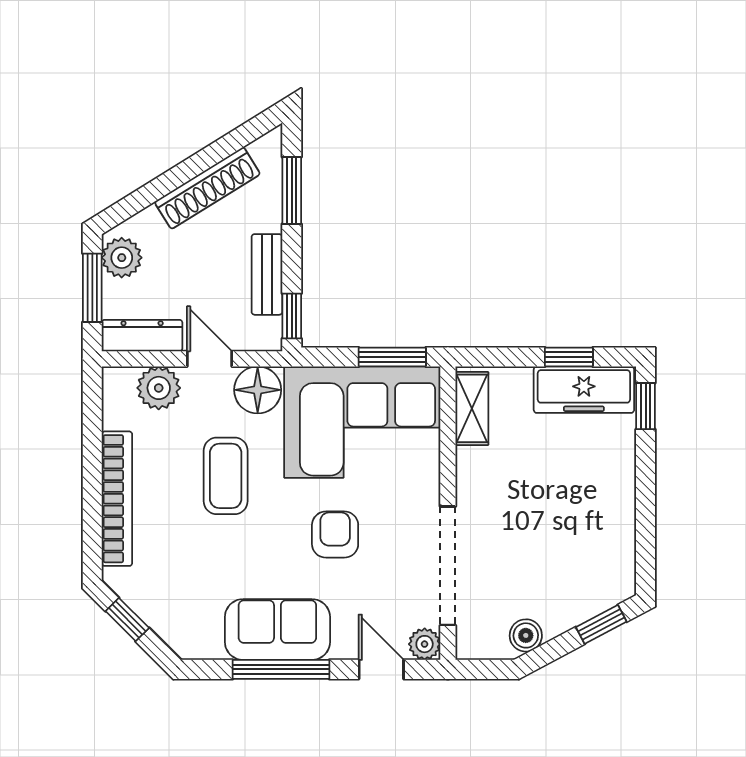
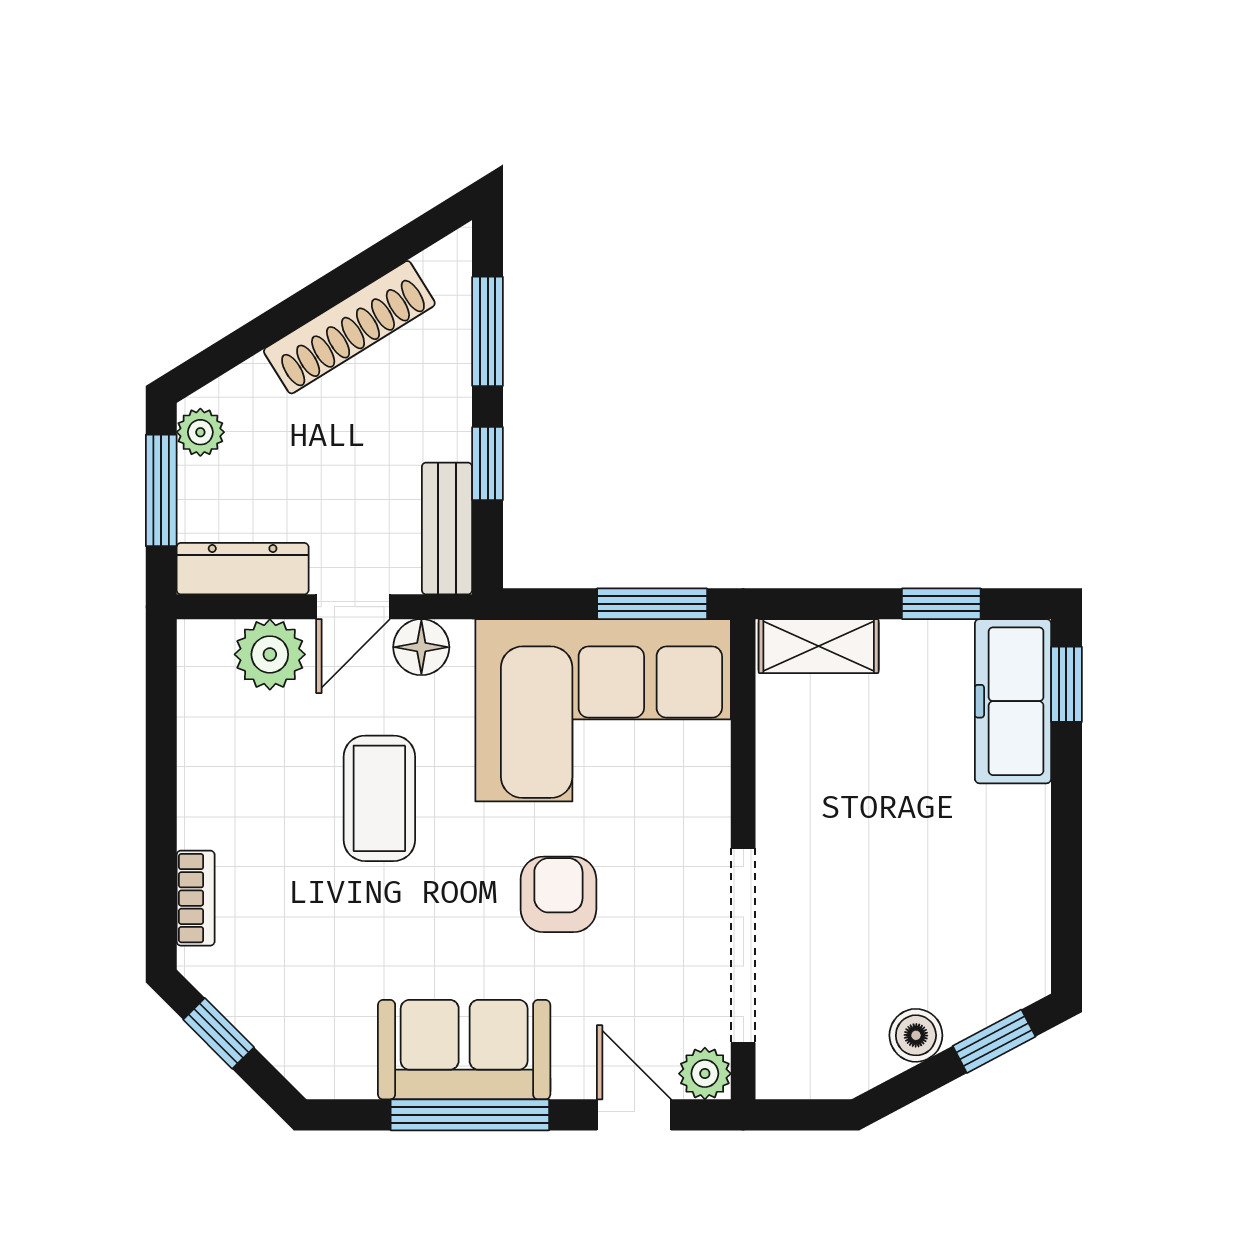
plant: (122, 258) -> (200, 432), width x0.73, depth x0.73
bench: (267, 274) -> (447, 529), moved
window: (292, 316) -> (488, 464), moved
door: (210, 359) -> (353, 607), swing flipped
floor lamp: (258, 390) -> (421, 647), width x0.73, depth x0.73
freezer: (584, 390) -> (1013, 701), moved, turned 90
shelving: (472, 408) -> (819, 646), moved, turned 90
bookcase: (117, 499) -> (196, 898), width x0.43, depth x0.76
boiler: (526, 635) -> (916, 1035), moved

